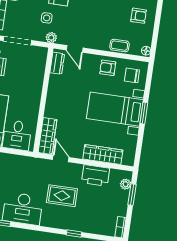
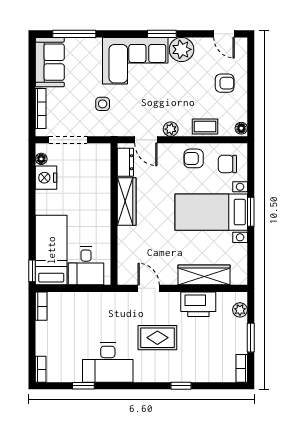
plant: (51, 38) -> (171, 129), moved
wardrobe: (48, 136) -> (127, 202), moved
window: (132, 195) -> (251, 338), moved

